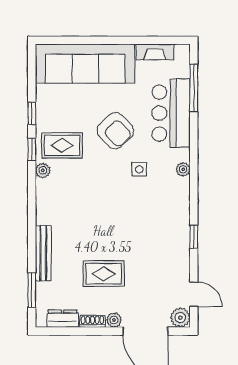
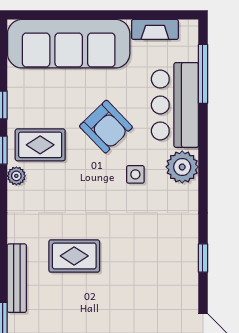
plant: (183, 169) -> (182, 167), width x1.88, depth x1.88
rug: (104, 274) -> (74, 256), moved

